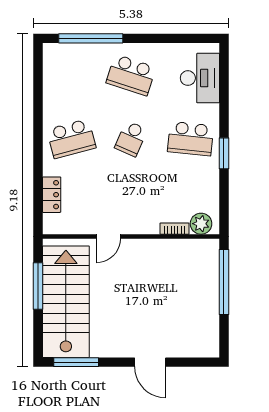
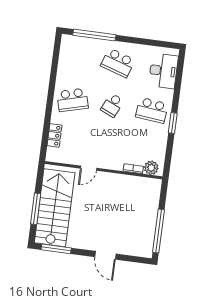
window: (224, 282) -> (159, 231), moved
window: (38, 286) -> (36, 209), moved

